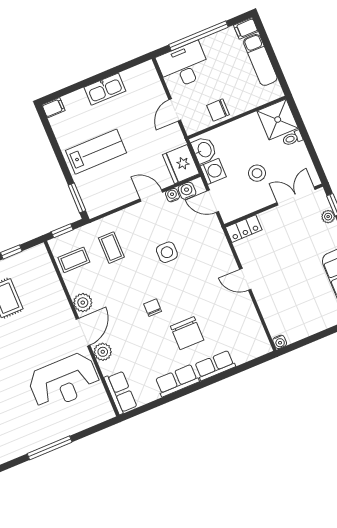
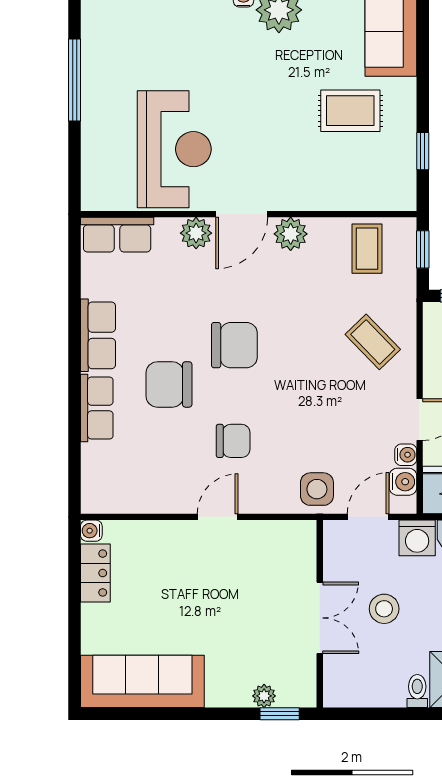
double door: (296, 196) -> (320, 618), moved
locker: (244, 229) -> (95, 573), moved, turned 180
coffee table: (111, 248) -> (373, 342), moved, turned 46
side table: (167, 252) -> (317, 489), moved
chair: (202, 288) -> (233, 441), added
chair: (153, 308) -> (234, 345), width x1.87, depth x1.87
door: (83, 332) -> (242, 214), hinge flipped
reception desk: (64, 381) -> (174, 149), turned 180

